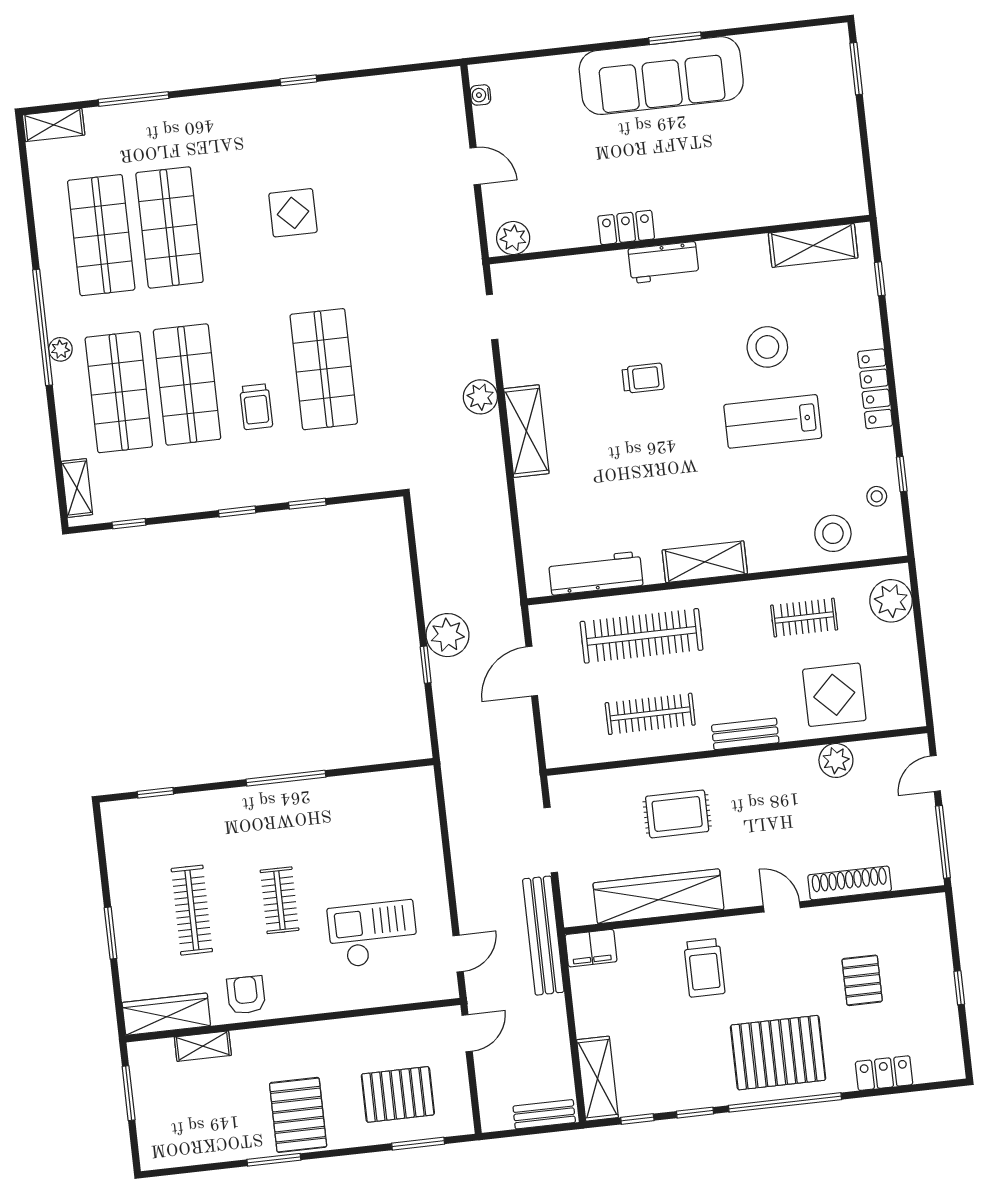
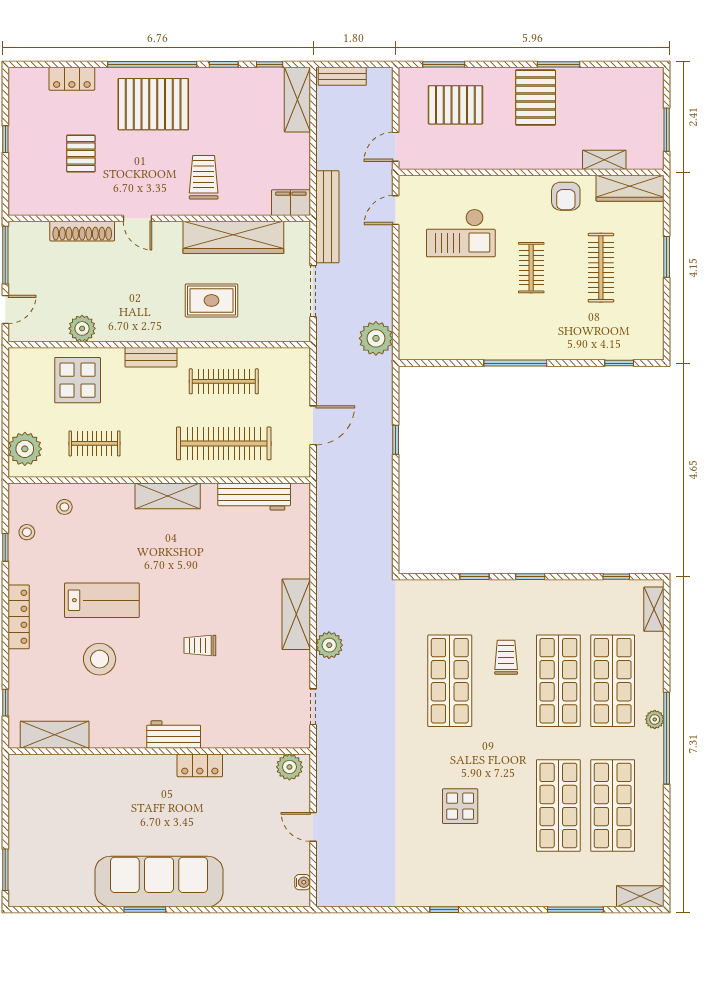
stool: (833, 533) -> (64, 507), width x0.53, depth x0.53
plant: (448, 635) -> (376, 338), moved

